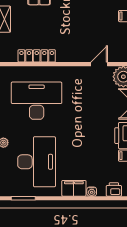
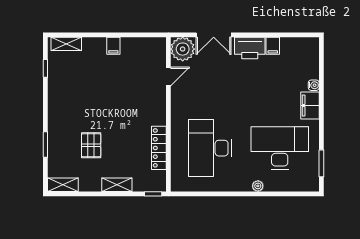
door: (99, 64) -> (168, 77), swing flipped
printer: (114, 189) -> (311, 60), removed

